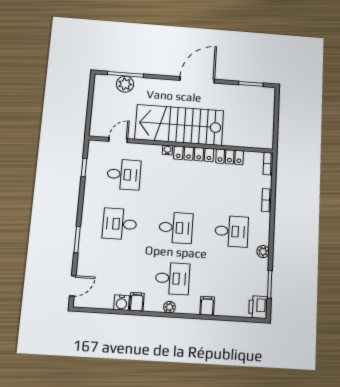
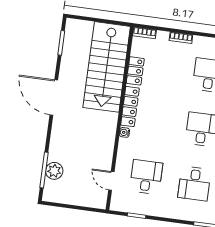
stairs: (179, 125) -> (107, 67), moved

